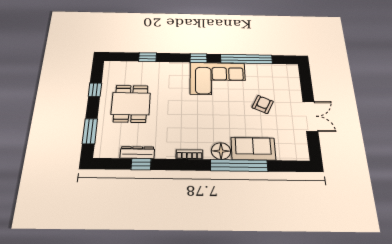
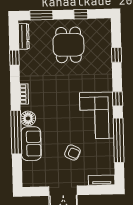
tv unit: (294, 77) -> (102, 180), added
dining table: (131, 104) -> (68, 45), turned 90
dresser: (137, 153) -> (24, 36), moved

